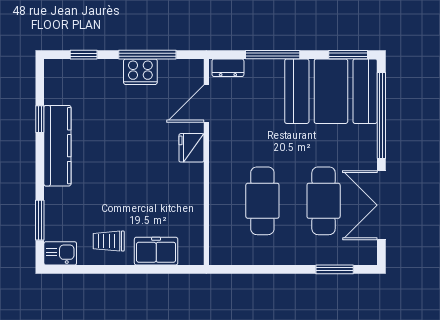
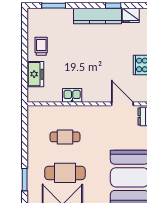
fridge: (191, 148) -> (131, 15), moved, turned 180
cafe table: (262, 201) -> (65, 137), width x0.73, depth x0.74
kitchen sink: (60, 253) -> (72, 95), moved, turned -90

